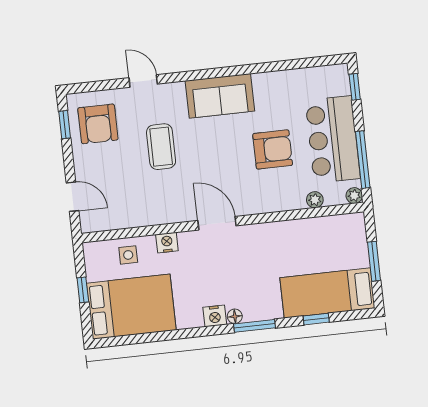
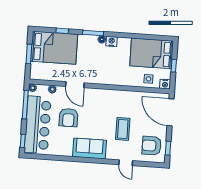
armchair: (98, 124) -> (152, 146), turned -90
bar counter: (333, 139) -> (38, 125), width x1.36
armchair: (273, 149) -> (68, 118), turned -90
door: (73, 197) -> (171, 112), width x1.88
door: (217, 223) -> (75, 85), moved
nightstand: (167, 243) -> (165, 84), moved
bed: (327, 293) -> (54, 48), width x1.50

